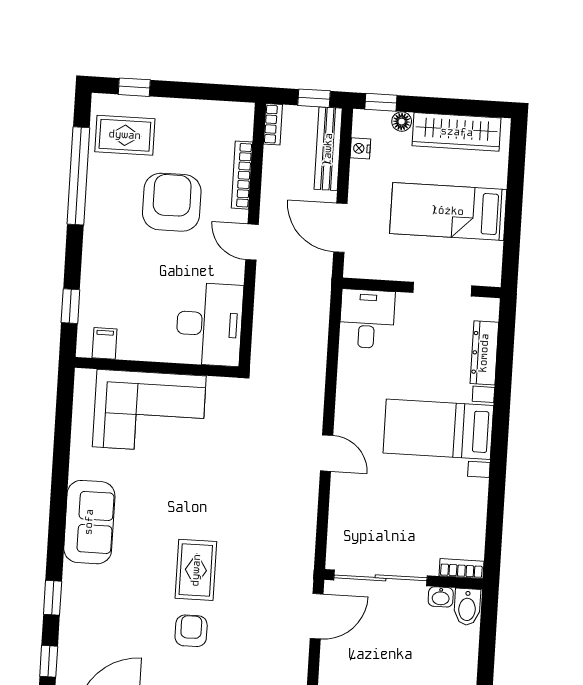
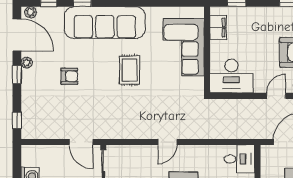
filing cabinet: (105, 343) -> (218, 27), width x2.00
sofa: (89, 522) -> (105, 23), width x1.85, depth x1.27
rug: (196, 570) -> (130, 70), moved, turned 90

